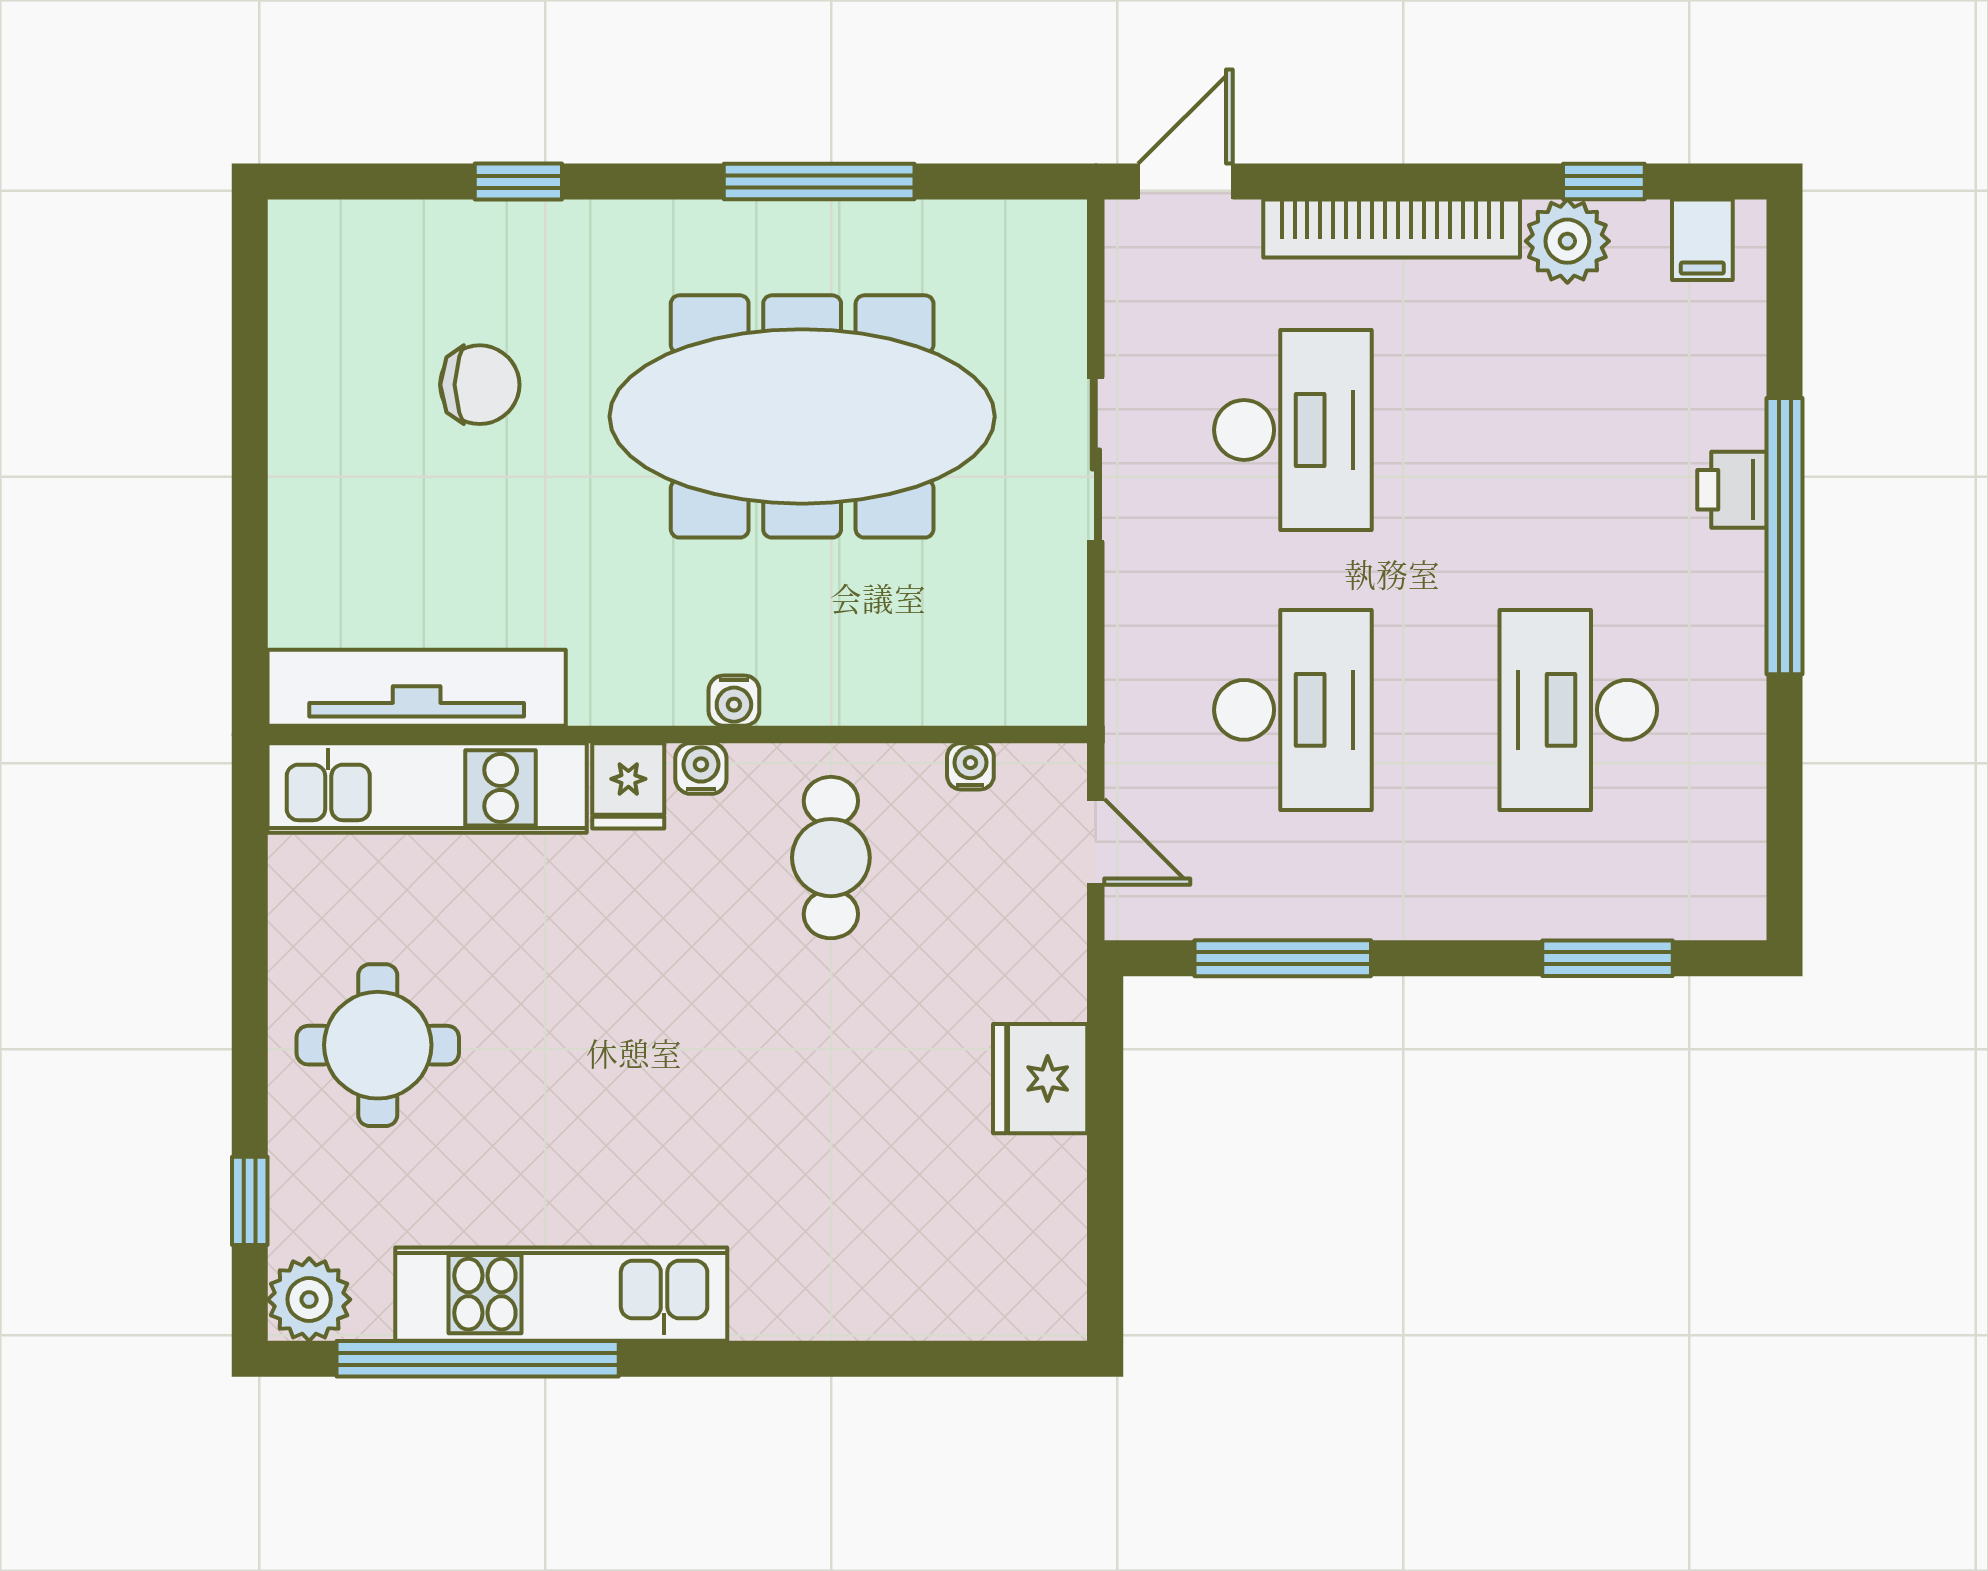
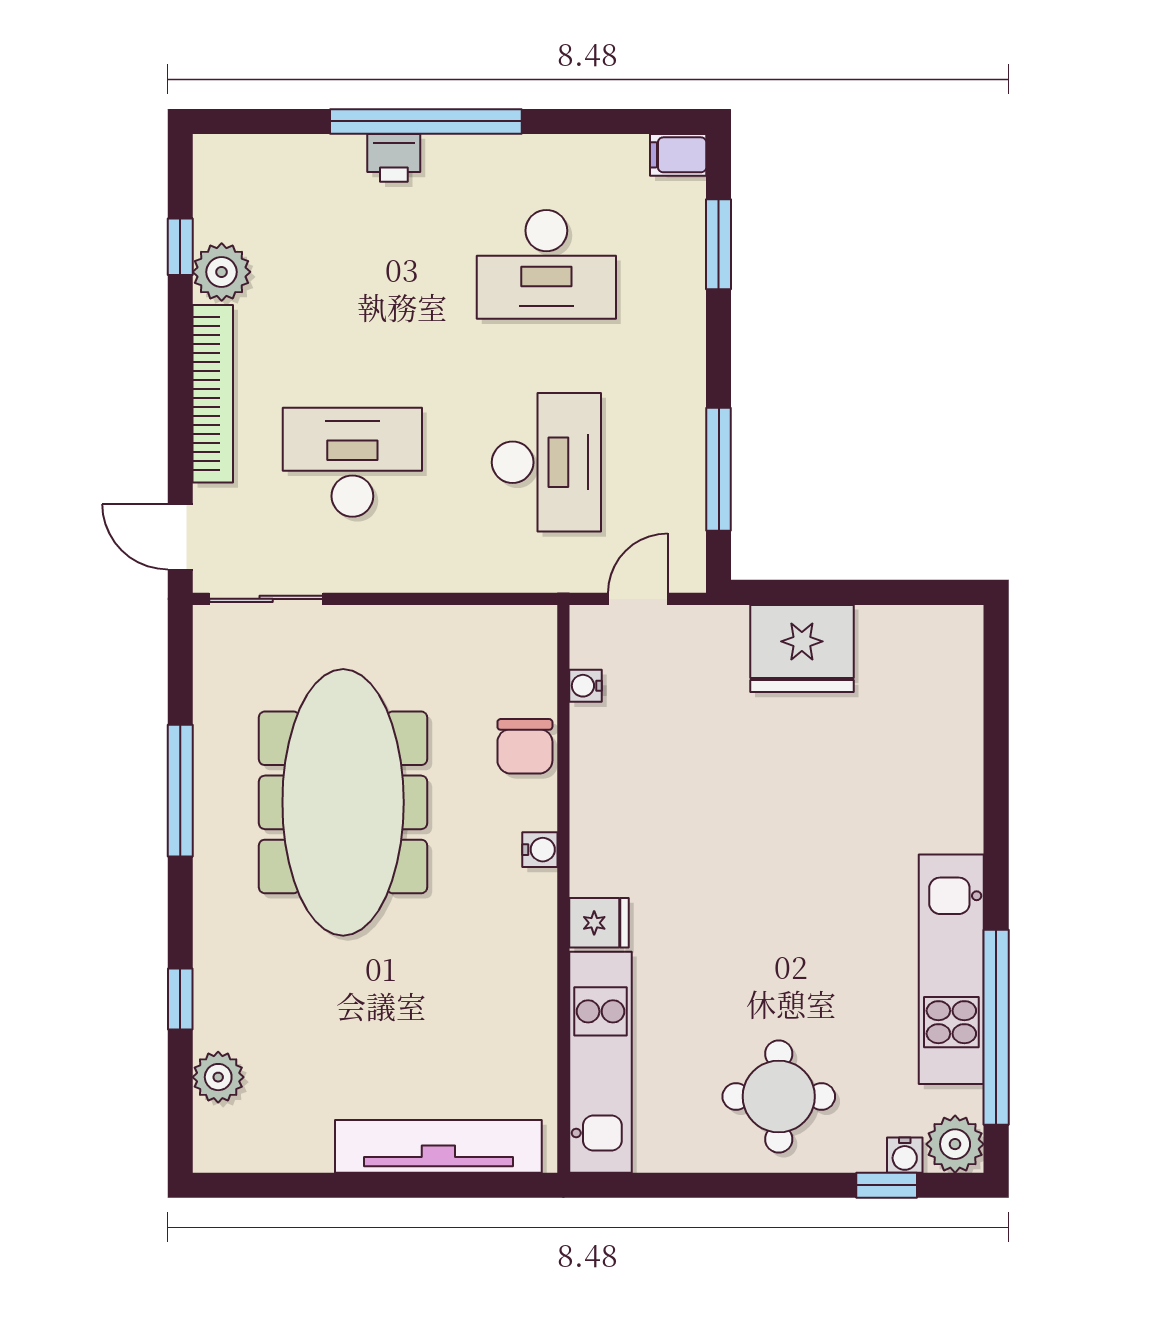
plant: (406, 236) -> (218, 1077), added
filing cabinet: (1702, 240) -> (678, 155), moved, turned 180
chair: (480, 385) -> (525, 746), moved, turned 180
sliding door: (1096, 460) -> (266, 599), moved
tv unit: (417, 688) -> (438, 1146), moved, turned 90
desk: (1293, 710) -> (546, 462), turned 90
water cooler: (701, 768) -> (905, 1155), moved, turned -90
cafe table: (831, 858) -> (649, 782), removed
fridge: (1040, 1079) -> (802, 648), width x1.36, depth x1.34

